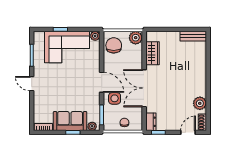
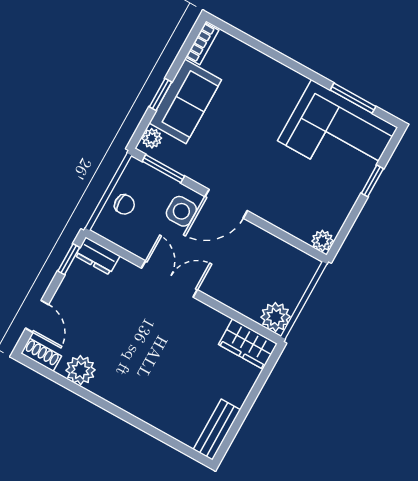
chair: (114, 45) -> (284, 266), removed
corner sofa: (67, 47) -> (338, 134), moved, turned -90
wardrobe: (152, 53) -> (248, 344), moved
door: (32, 84) -> (298, 68), removed
double door: (144, 88) -> (169, 279), width x0.73

